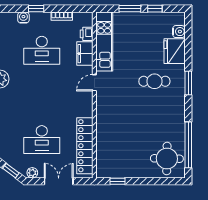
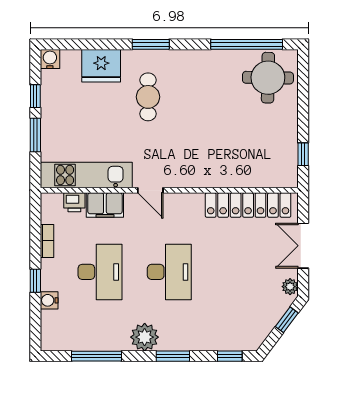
water cooler: (179, 32) -> (50, 59), moved
desk: (42, 140) -> (169, 272), moved

